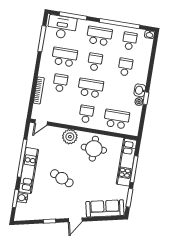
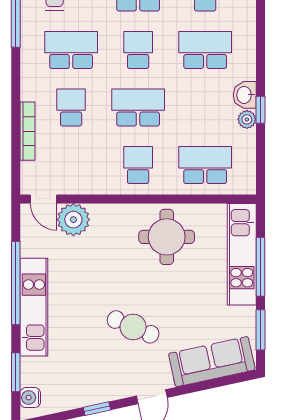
school desk: (125, 67) -> (205, 50), width x1.85
door: (41, 122) -> (44, 199), hinge flipped
plant: (70, 137) -> (73, 220), moved
cafe table: (62, 178) -> (133, 327), moved
water cooler: (22, 198) -> (30, 398), moved

